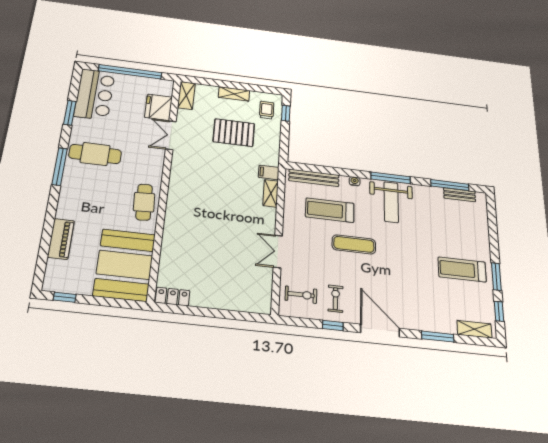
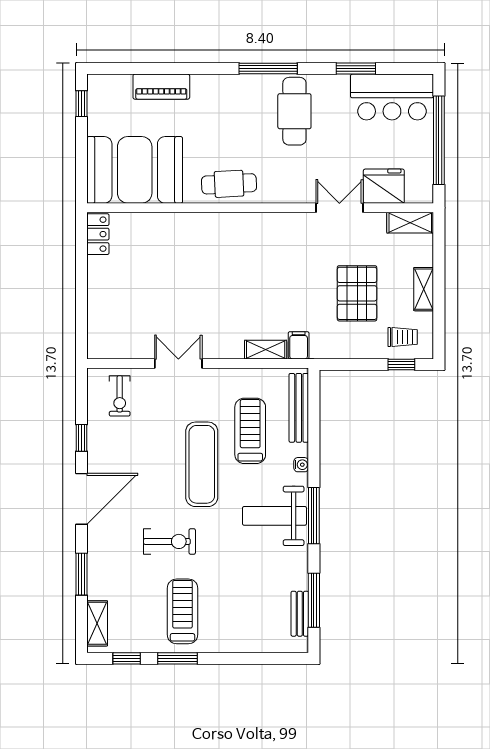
exercise mat: (354, 244) -> (202, 464), width x1.36, depth x1.45
exercise bike: (335, 299) -> (169, 541), moved, width x1.38, depth x1.39

